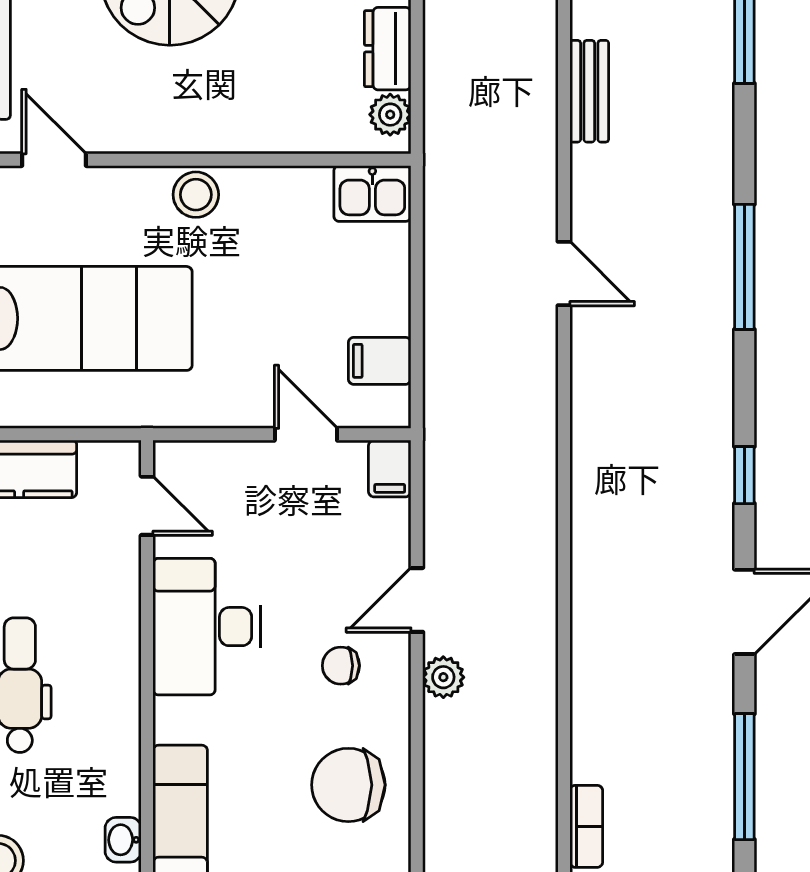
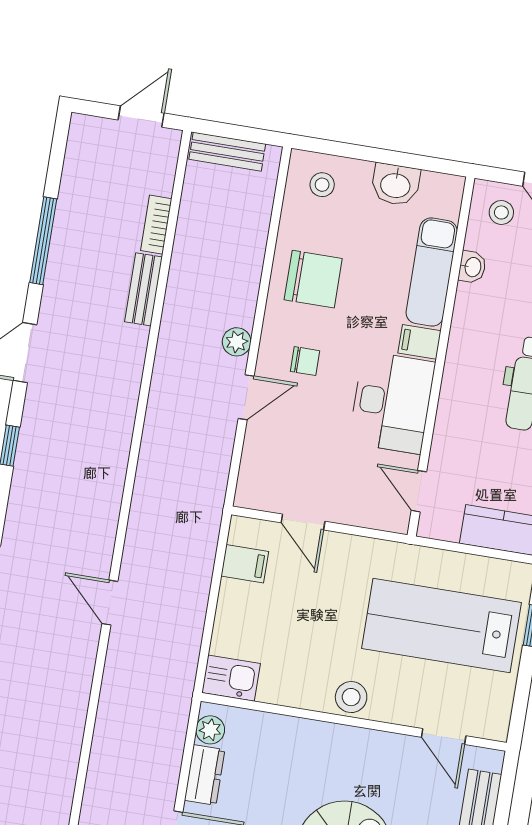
bench: (589, 91) -> (143, 289), moved
filing cabinet: (390, 469) -> (419, 342), moved, turned -90

